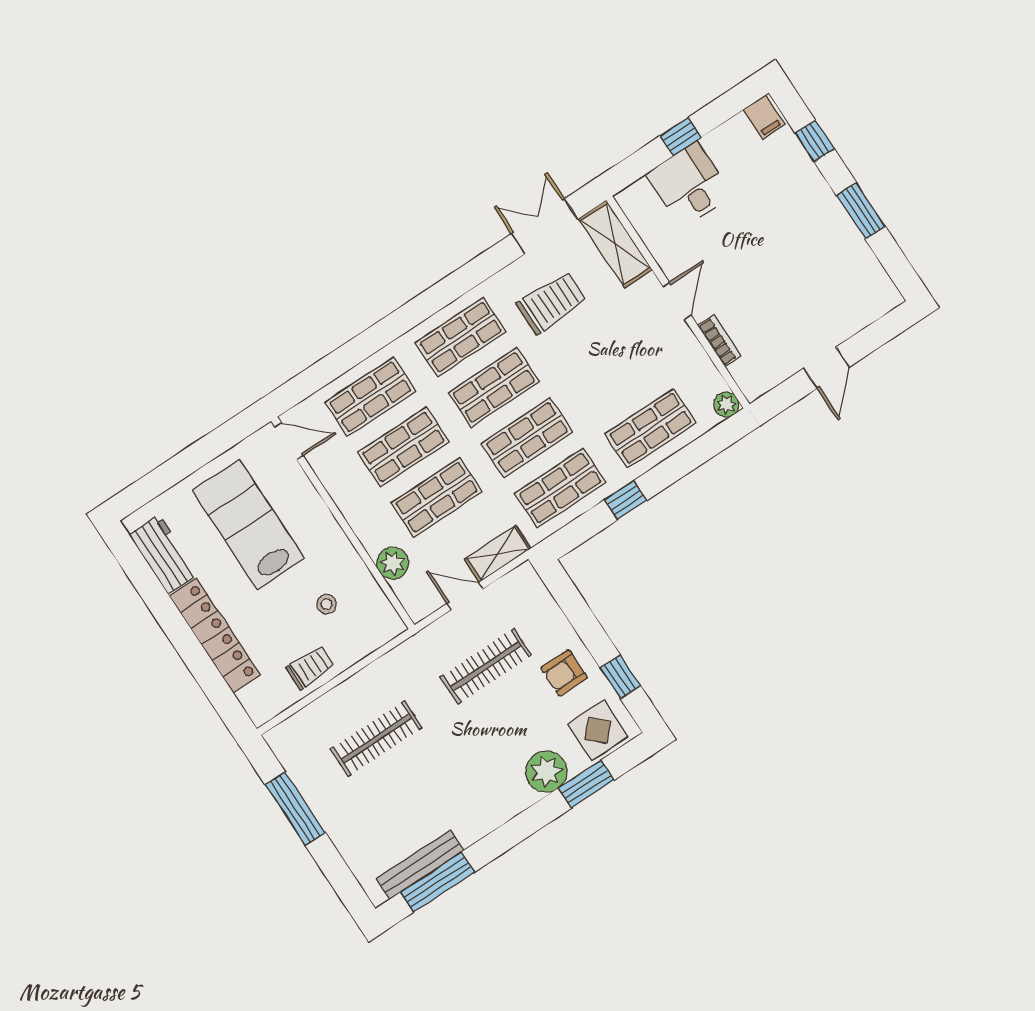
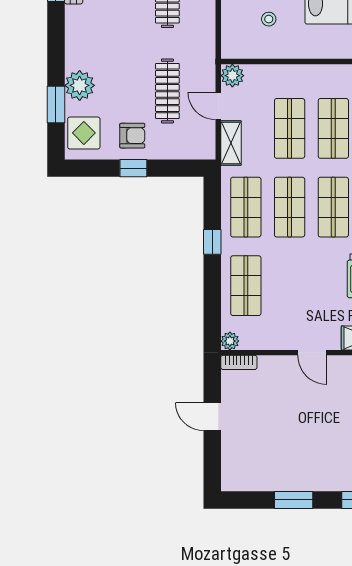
bookcase: (719, 341) -> (239, 362), moved
plant: (393, 563) -> (232, 76), moved
door: (465, 596) -> (218, 106), swing flipped
armchair: (564, 673) -> (132, 136), turned 90
window: (620, 677) -> (133, 168), moved

